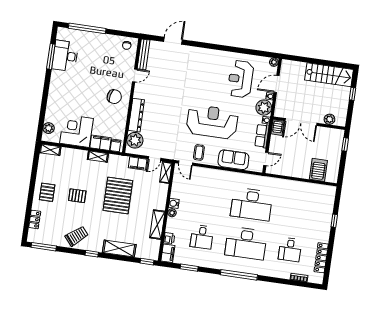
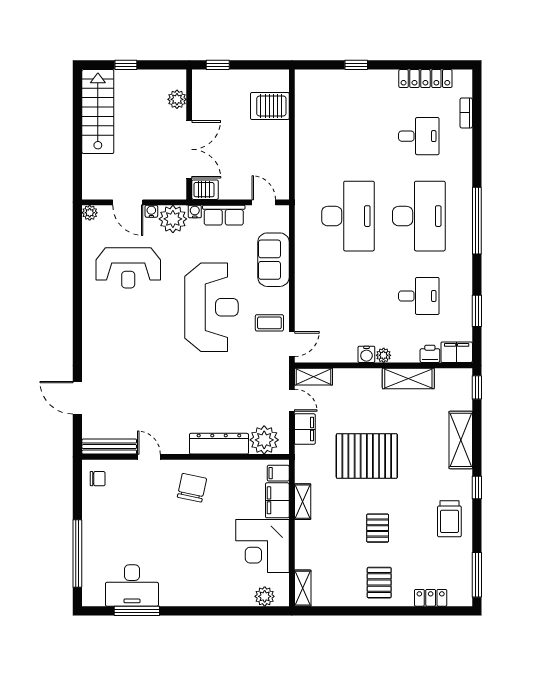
reception desk: (212, 122) -> (211, 307), turned 180
pallet: (47, 192) -> (379, 583), turned 90
trolley: (77, 236) -> (449, 519), turned -140

